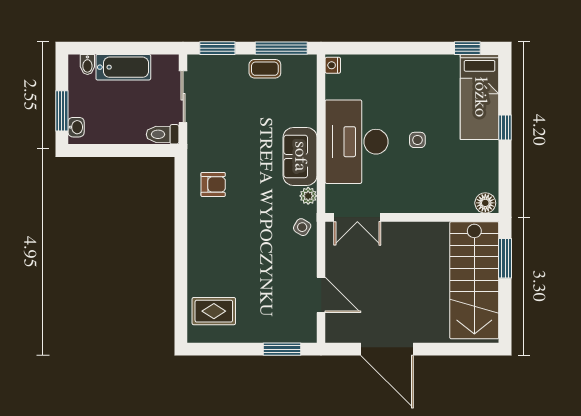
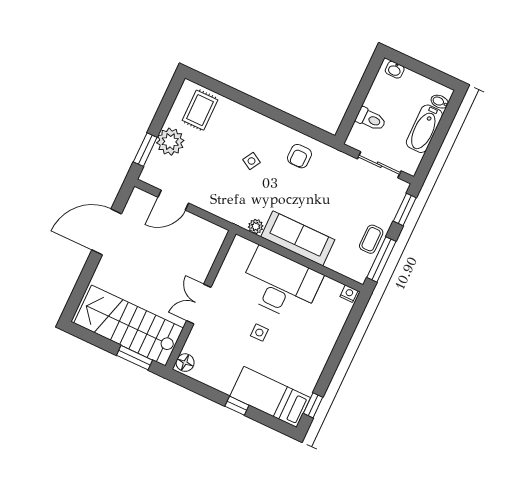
window: (62, 111) -> (413, 65), removed
toilet: (163, 134) -> (371, 119), moved, turned 90
sofa: (300, 156) -> (298, 238), width x1.36
double door: (357, 217) -> (199, 304), moved
side table: (302, 227) -> (252, 161), moved
plant: (261, 327) -> (170, 142), added

